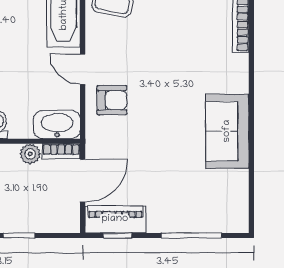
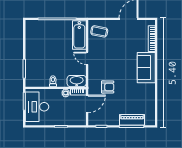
armchair: (112, 100) -> (108, 87), moved
sofa: (227, 131) -> (146, 68), moved
piano: (115, 219) -> (132, 120), moved

